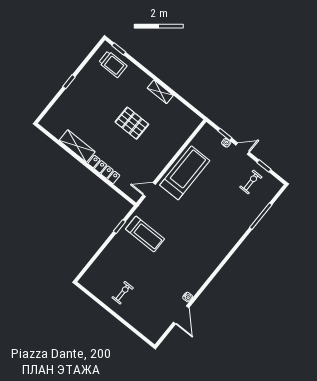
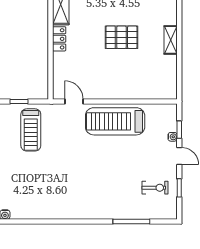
pallet: (132, 123) -> (121, 37), turned 90
locker: (104, 169) -> (59, 39), width x0.66
treadmill: (185, 173) -> (115, 121), turned 180

